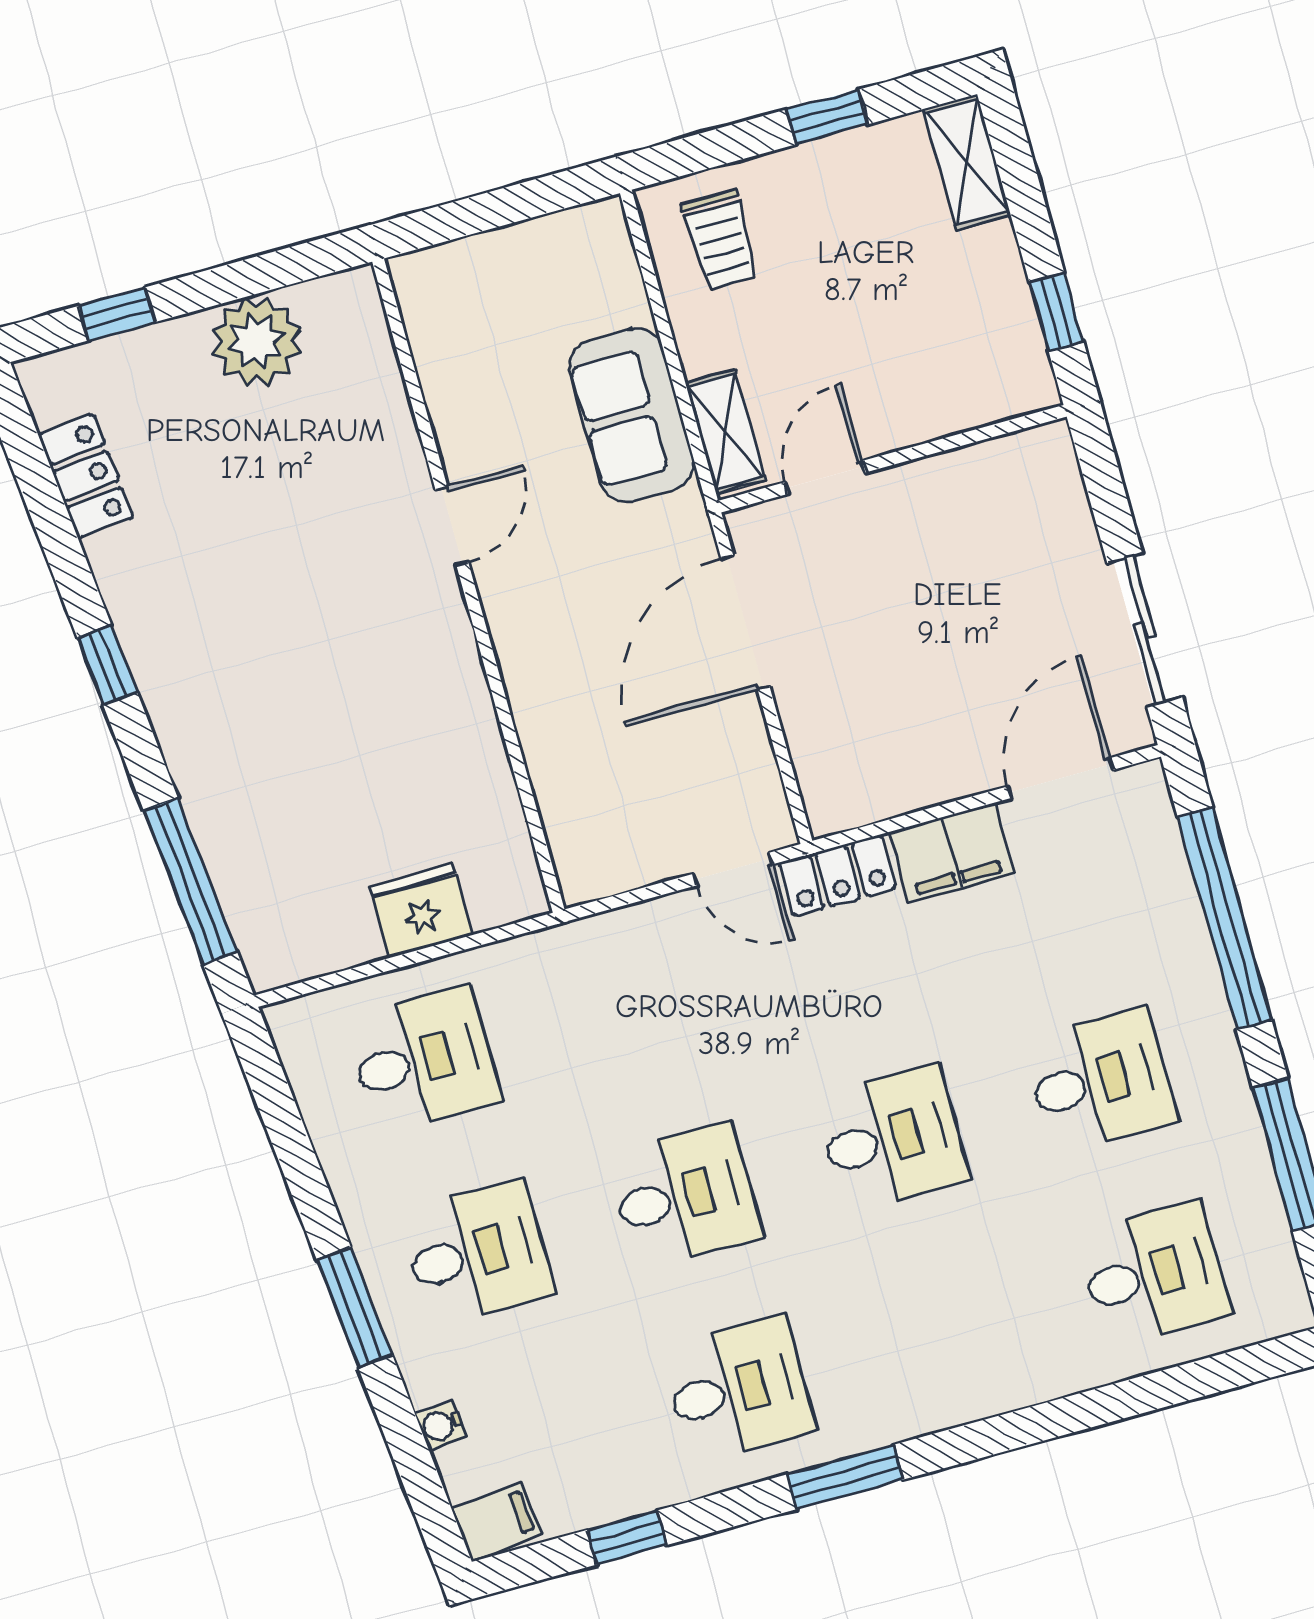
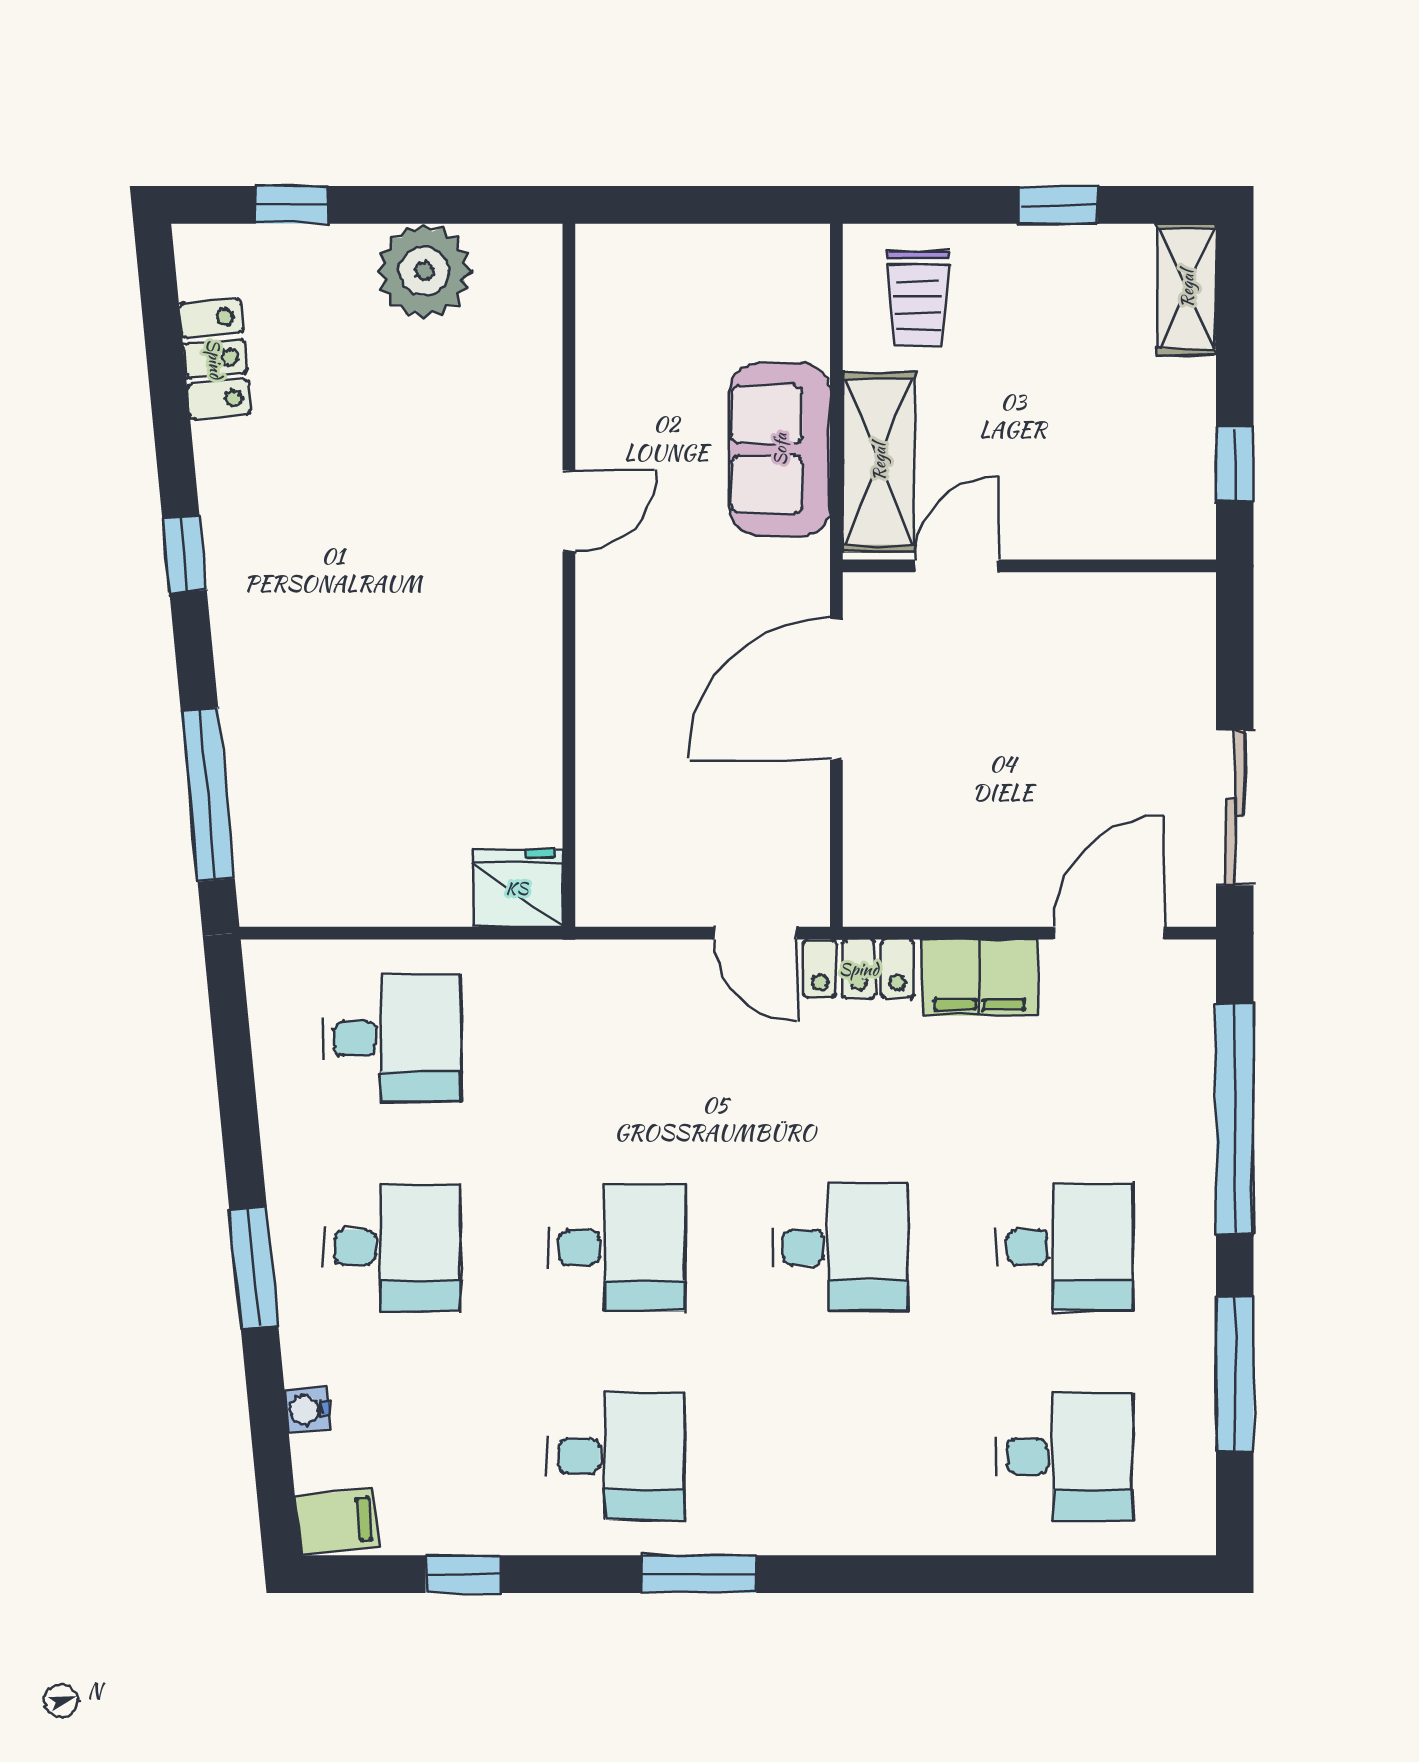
shelving: (726, 431) -> (879, 462), width x1.50, depth x1.33
fridge: (421, 911) -> (517, 888), moved

